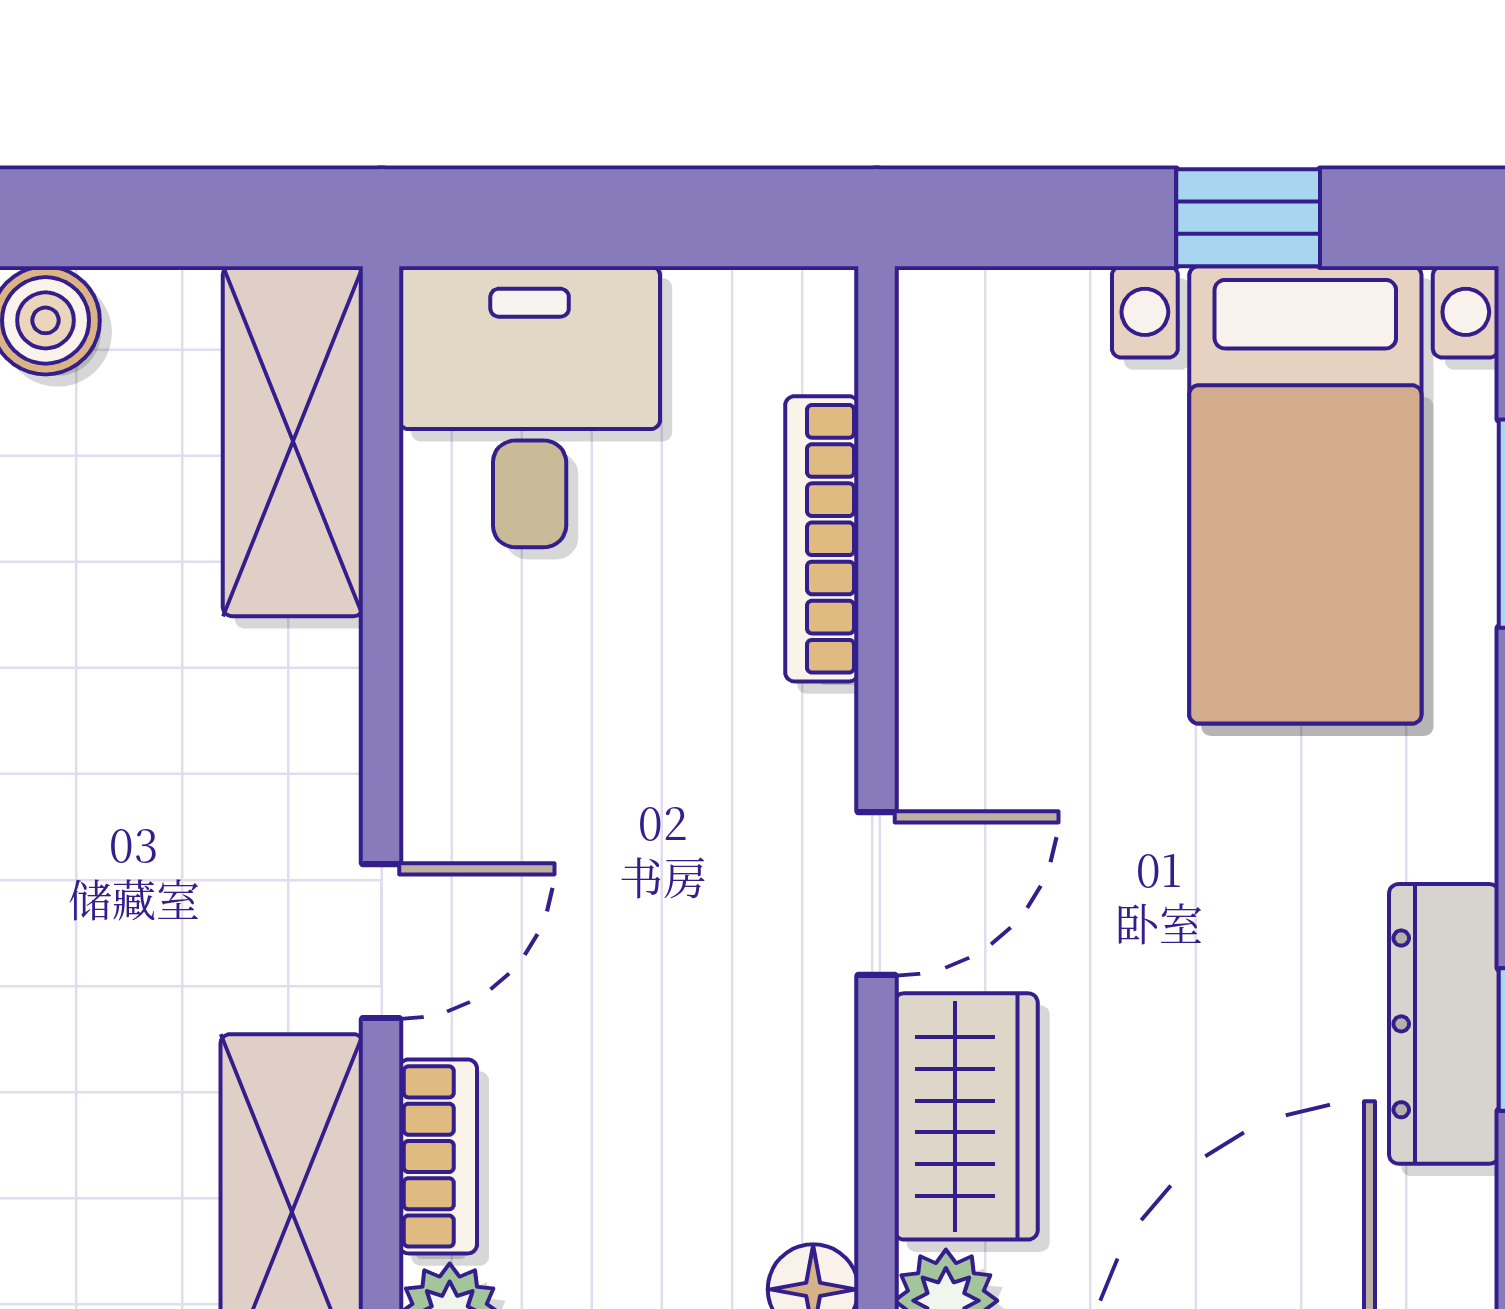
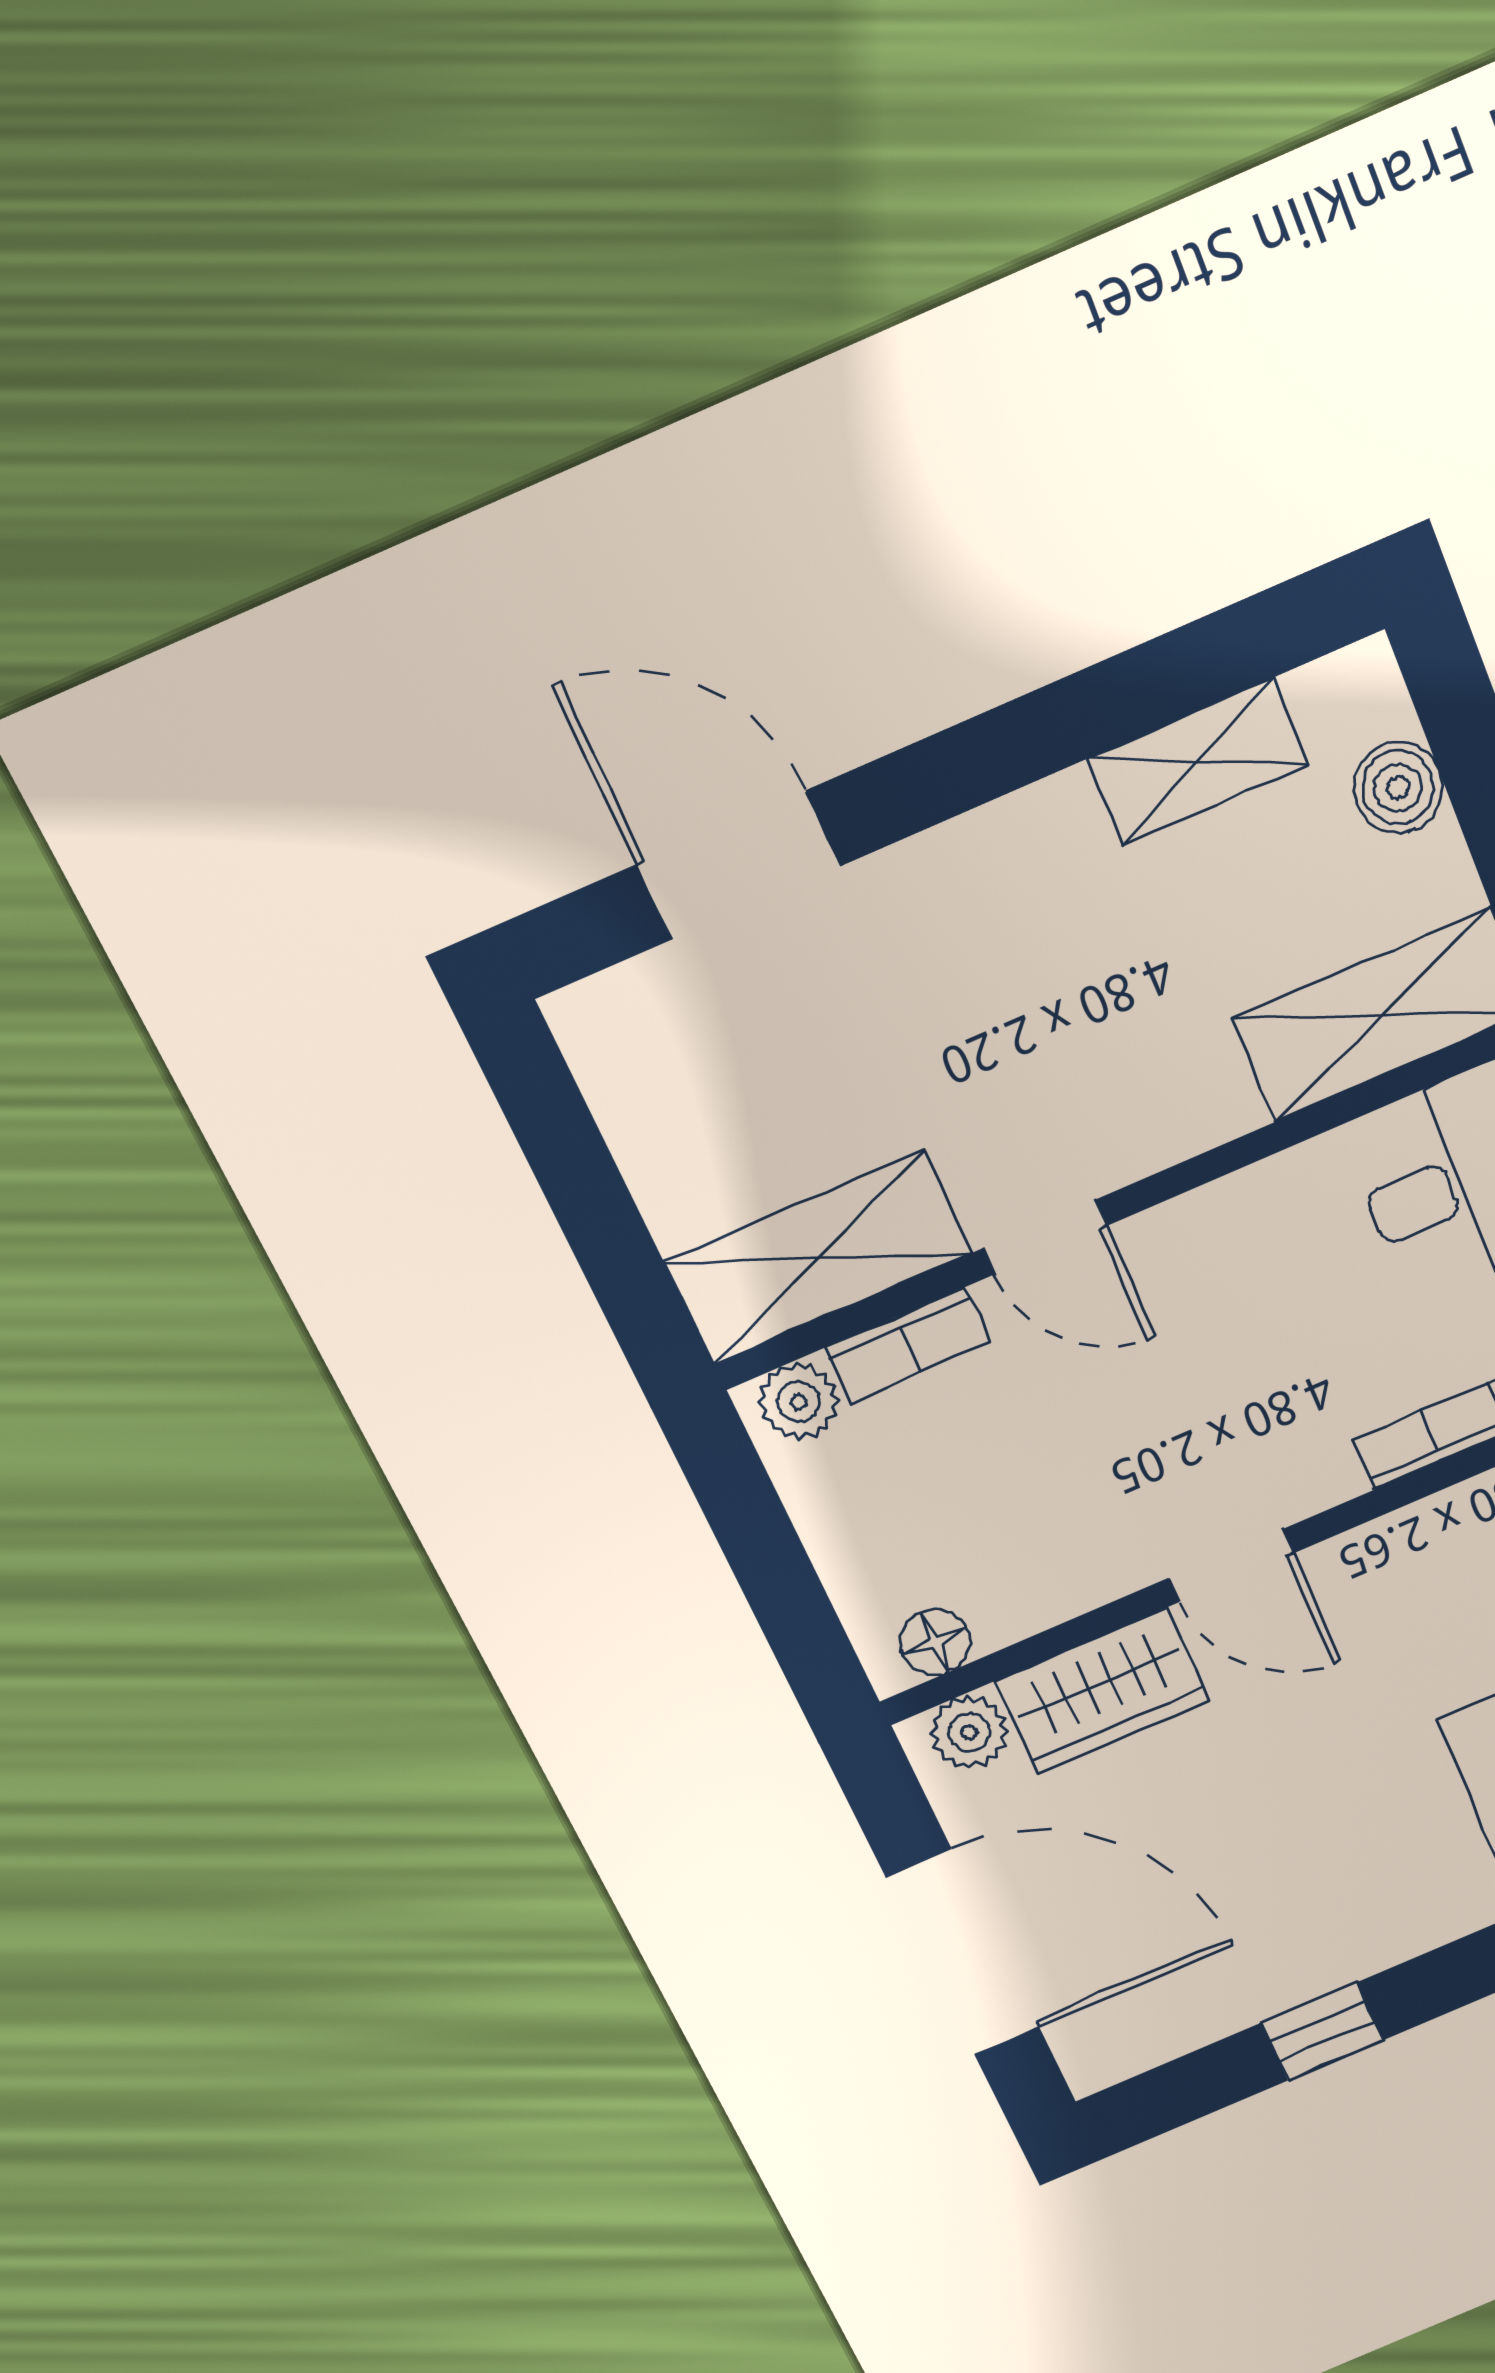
dresser: (1444, 1024) -> (1304, 1965), removed

